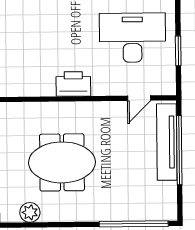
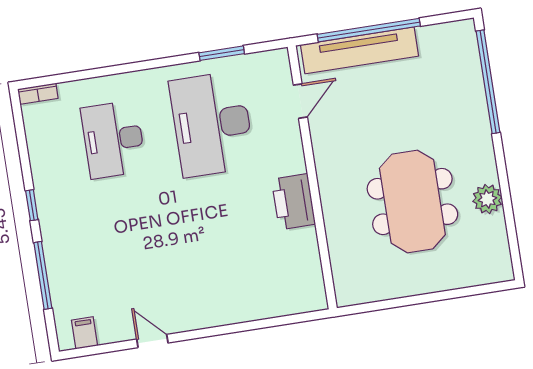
door: (139, 98) -> (300, 101), hinge flipped
plant: (30, 212) -> (487, 199), moved

